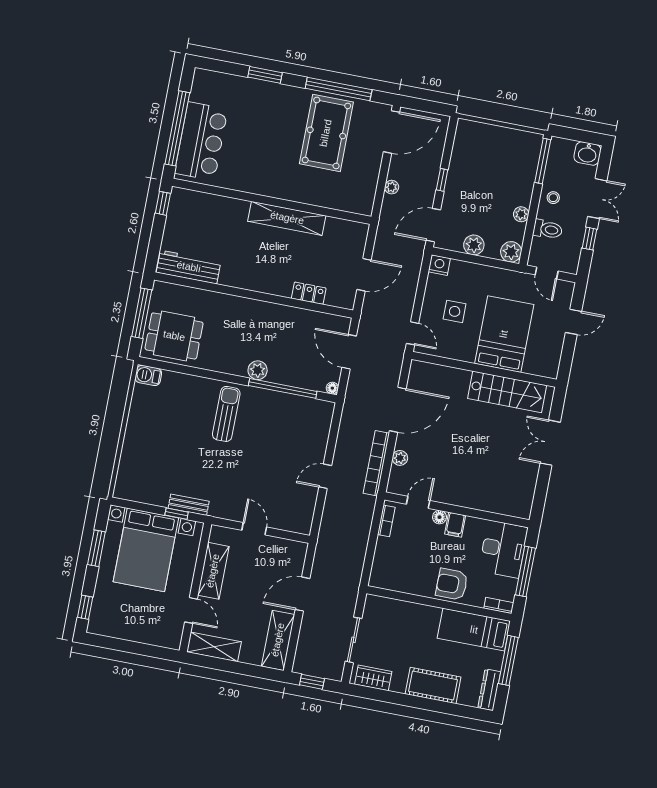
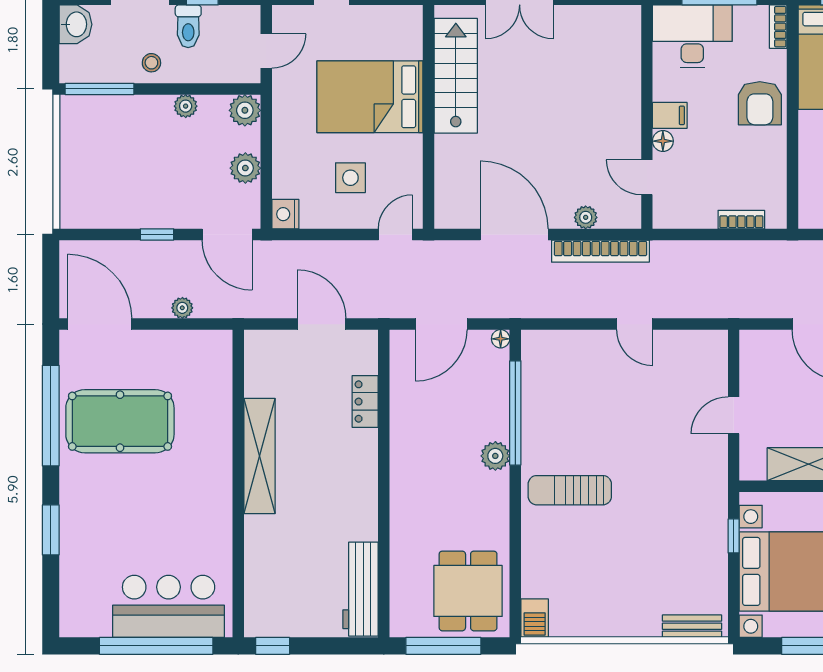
toilet: (548, 229) -> (188, 26), moved, turned 180
bench: (189, 505) -> (692, 626), moved, turned 90
bookcase: (386, 521) -> (741, 220), moved

